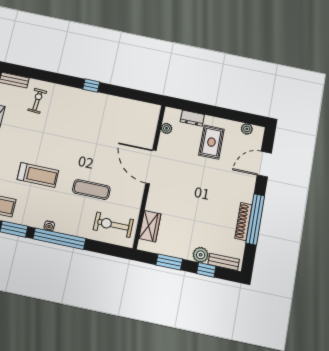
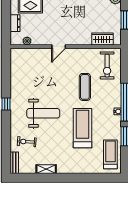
weight bench: (69, 129) -> (43, 113), added
door: (151, 167) -> (59, 47), width x0.53
treadmill: (38, 175) -> (82, 128), width x1.37, depth x1.38

